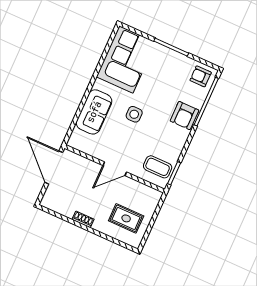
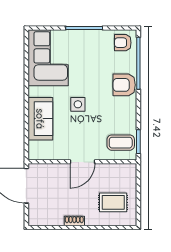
armchair: (184, 116) -> (124, 85), turned 90

